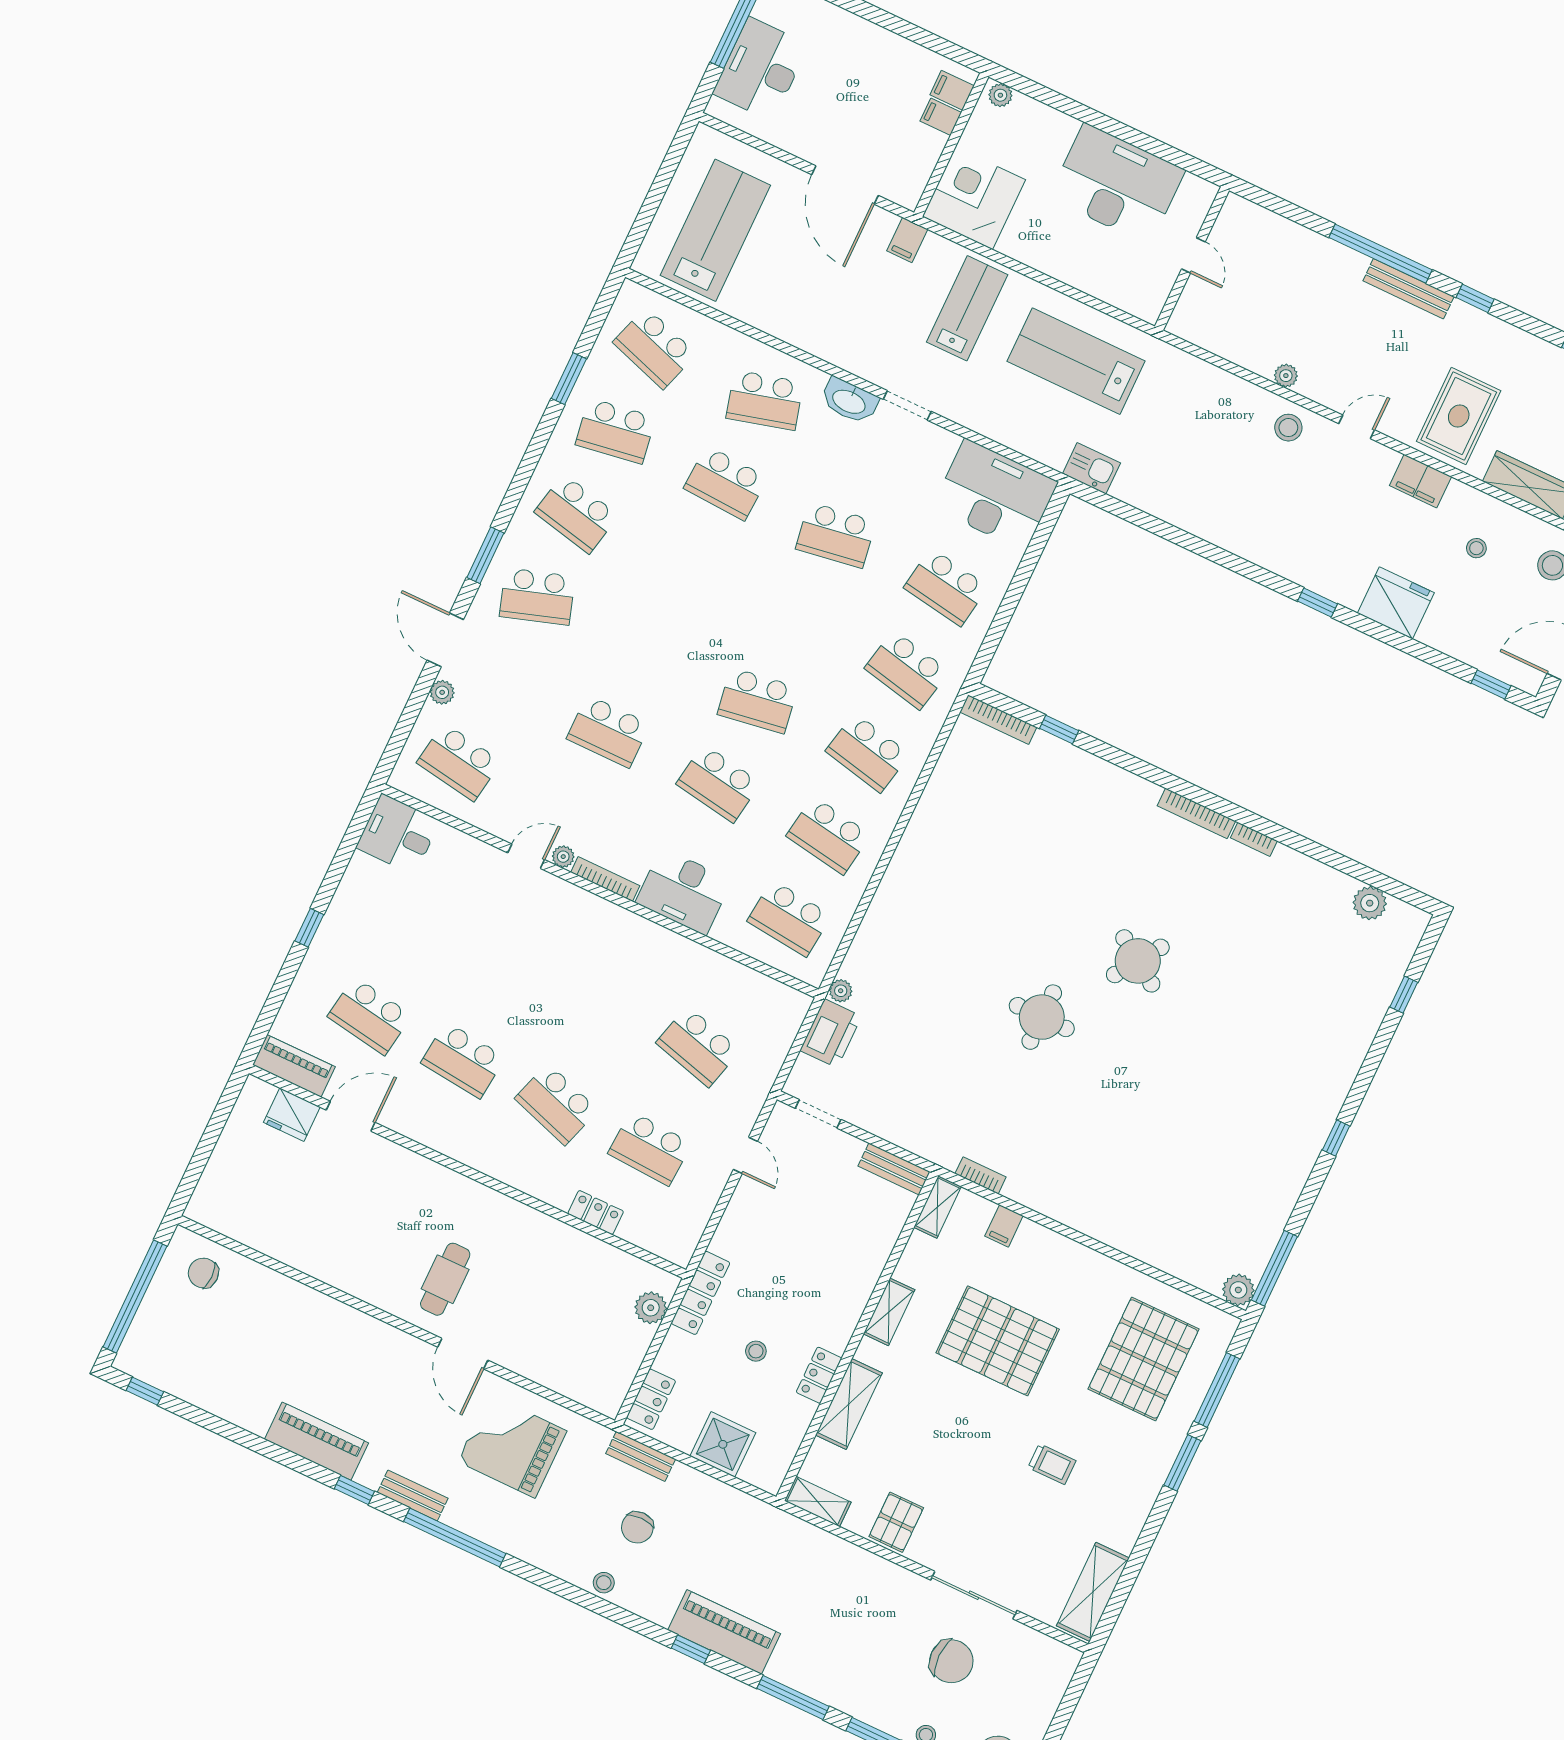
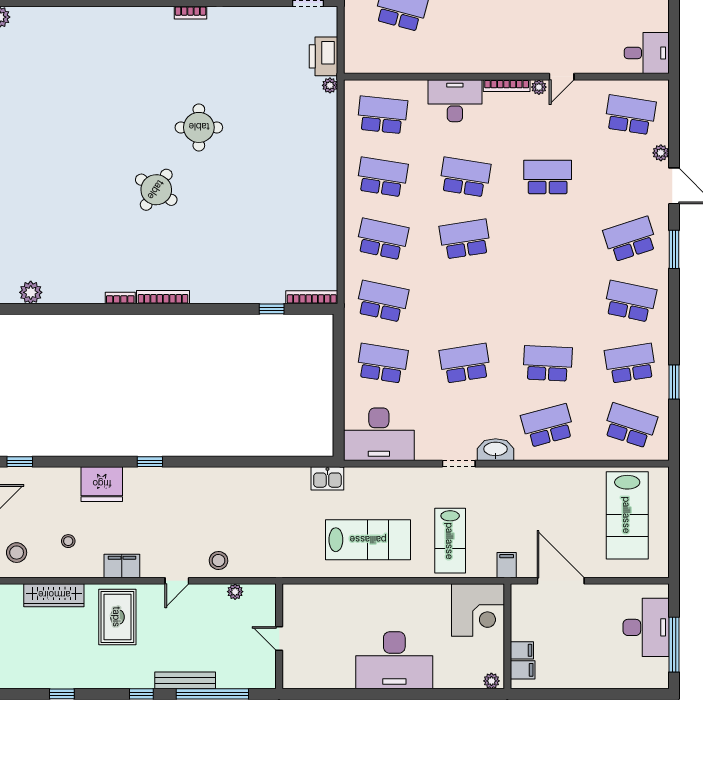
door: (1193, 255) -> (279, 639), moved
wall: (1192, 258) -> (279, 636), moved

